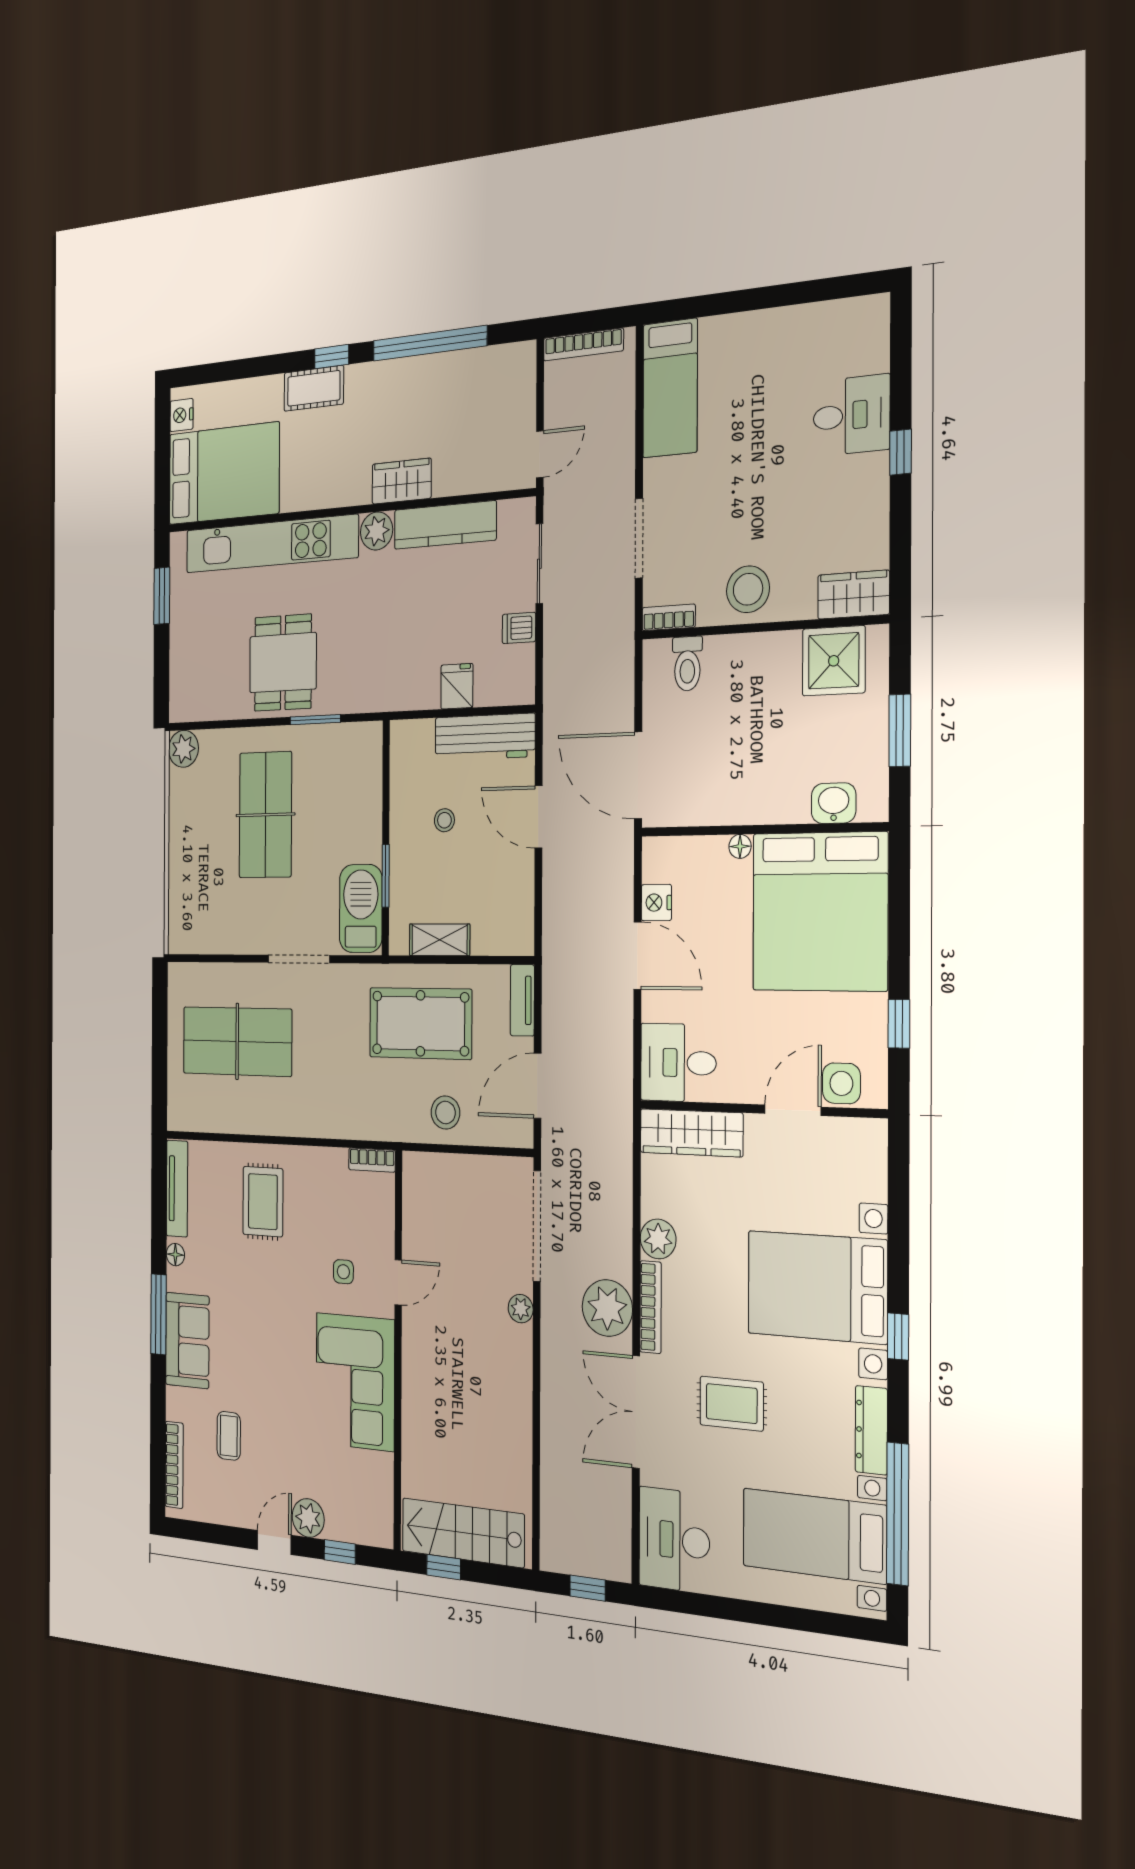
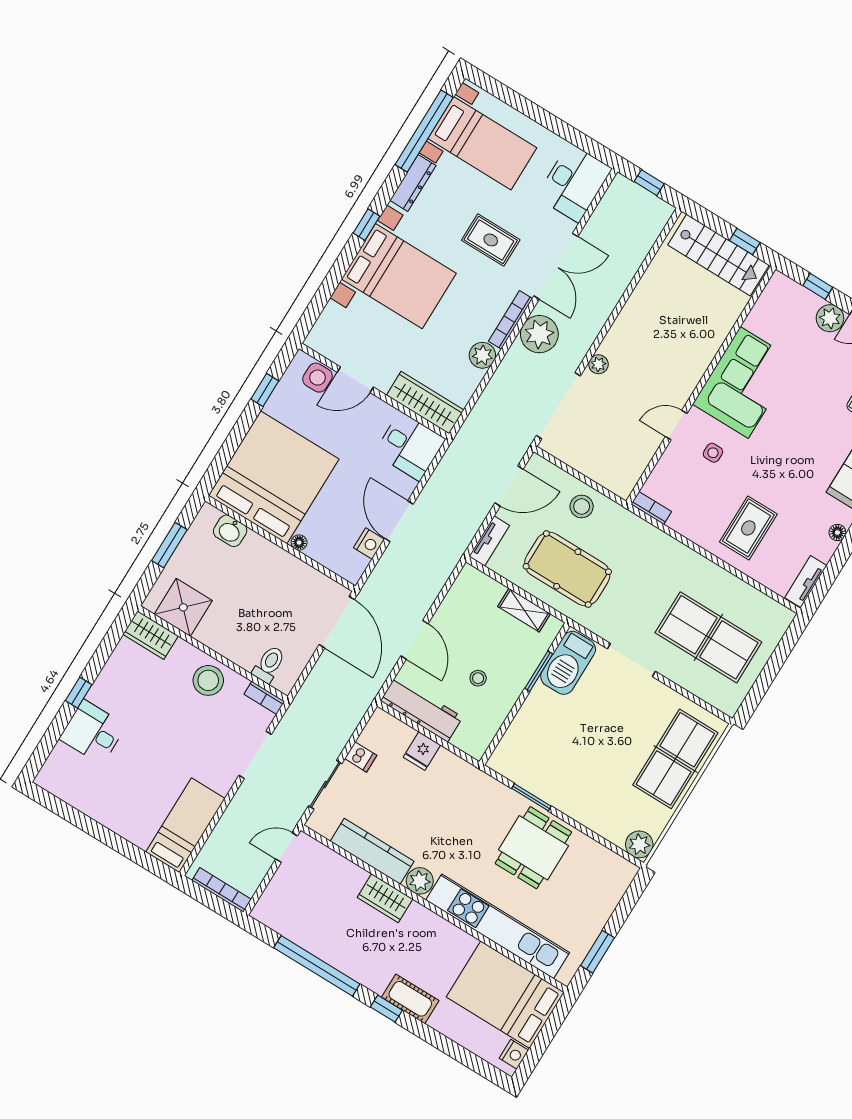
table tennis table: (265, 815) -> (675, 759), moved
tv unit: (177, 1189) -> (806, 582), width x0.71

